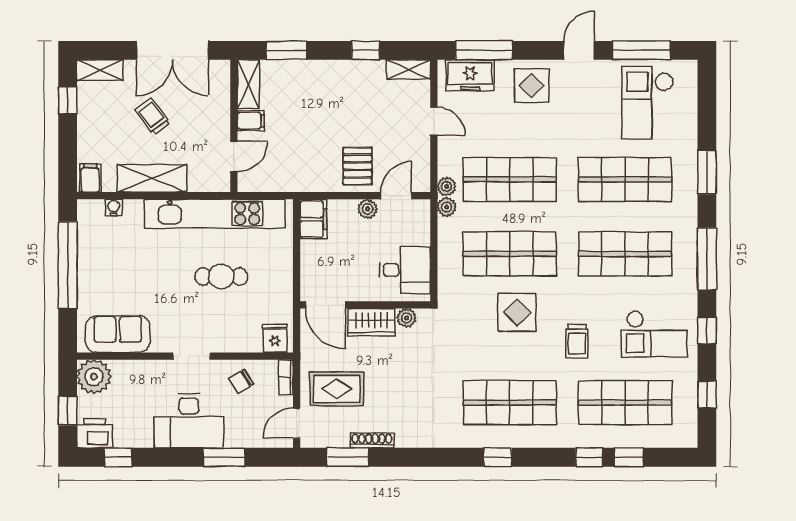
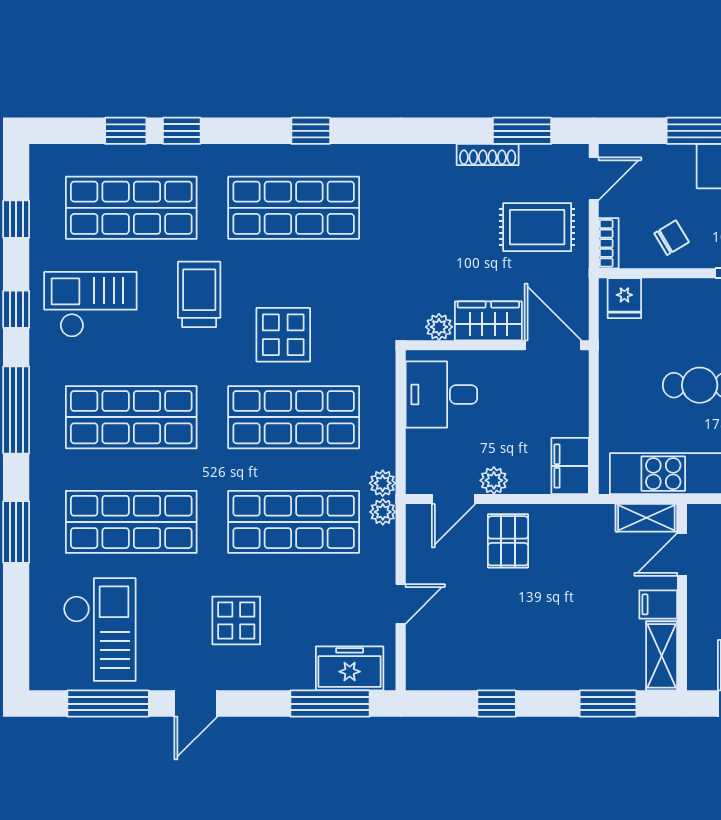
shelving: (408, 70) -> (646, 518), moved
display table: (532, 86) -> (236, 620), moved
door: (434, 121) -> (401, 604), swing flipped
trolley: (577, 341) -> (199, 294), width x1.36, depth x1.39

